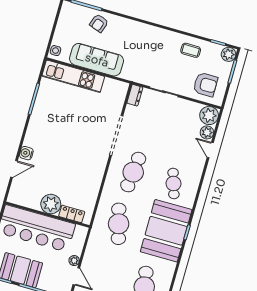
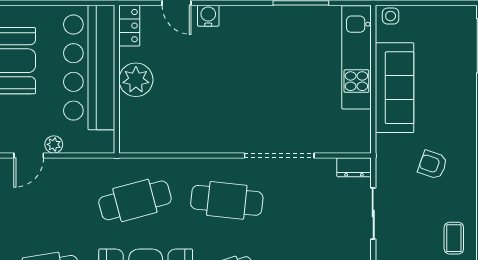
armchair: (99, 23) -> (433, 165), moved
locker: (72, 214) -> (129, 26), moved

